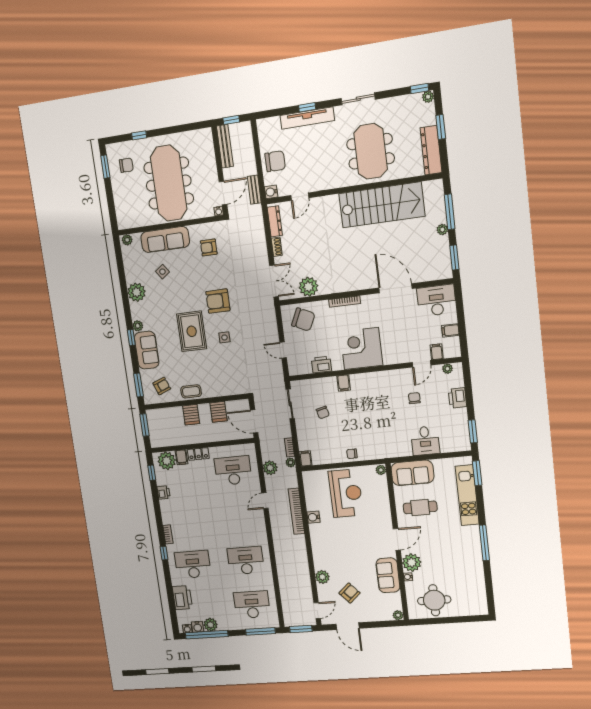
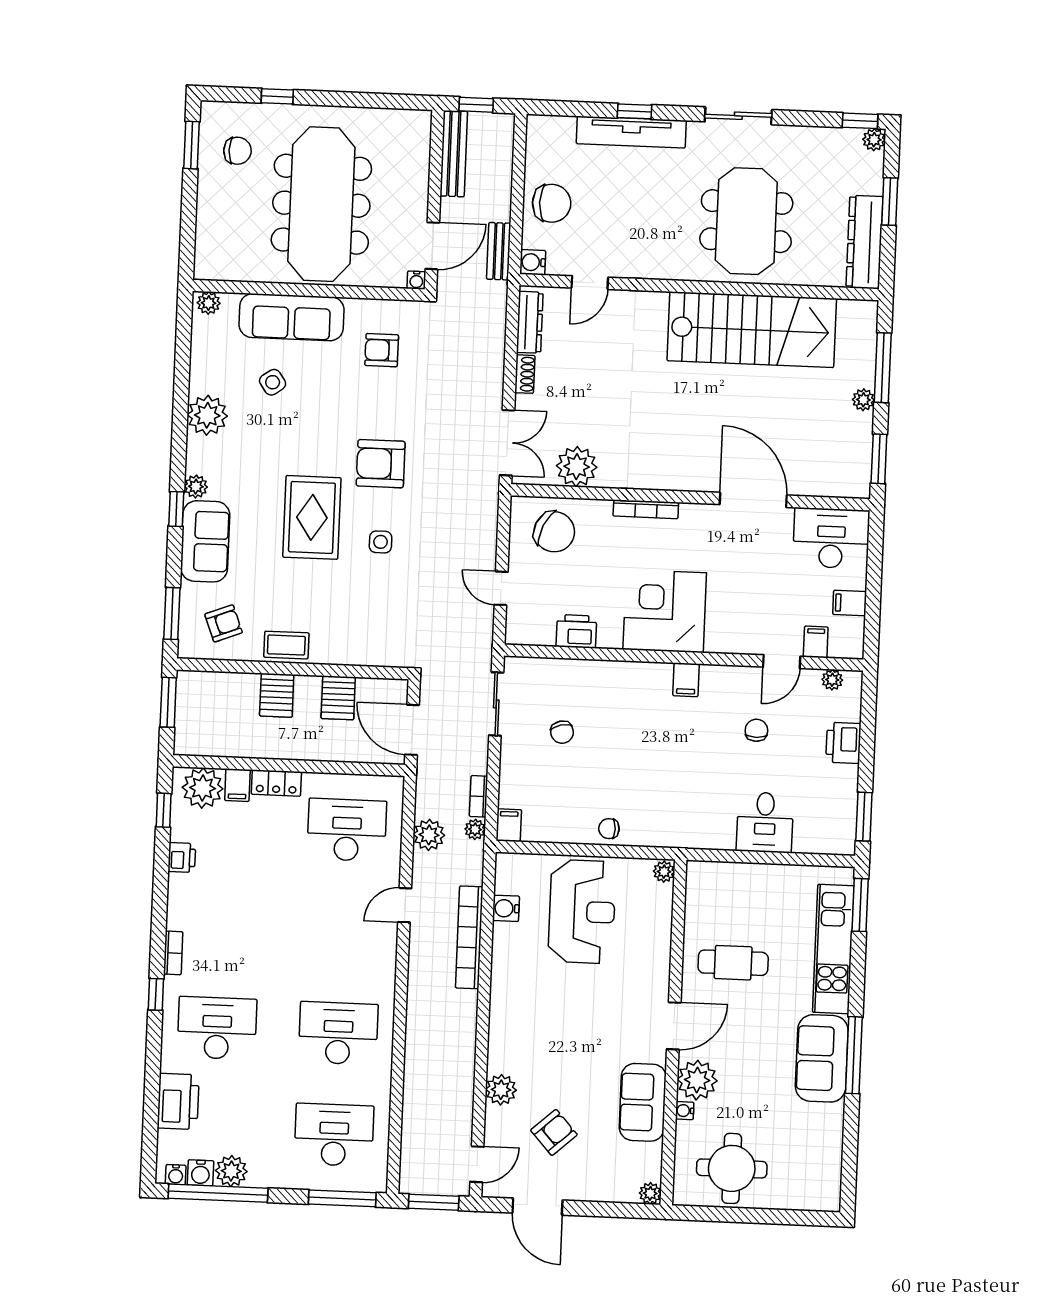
filing cabinet: (344, 383) -> (686, 680), moved
sofa: (412, 473) -> (822, 1058), moved, turned 90
water cooler: (313, 517) -> (506, 908), moved

